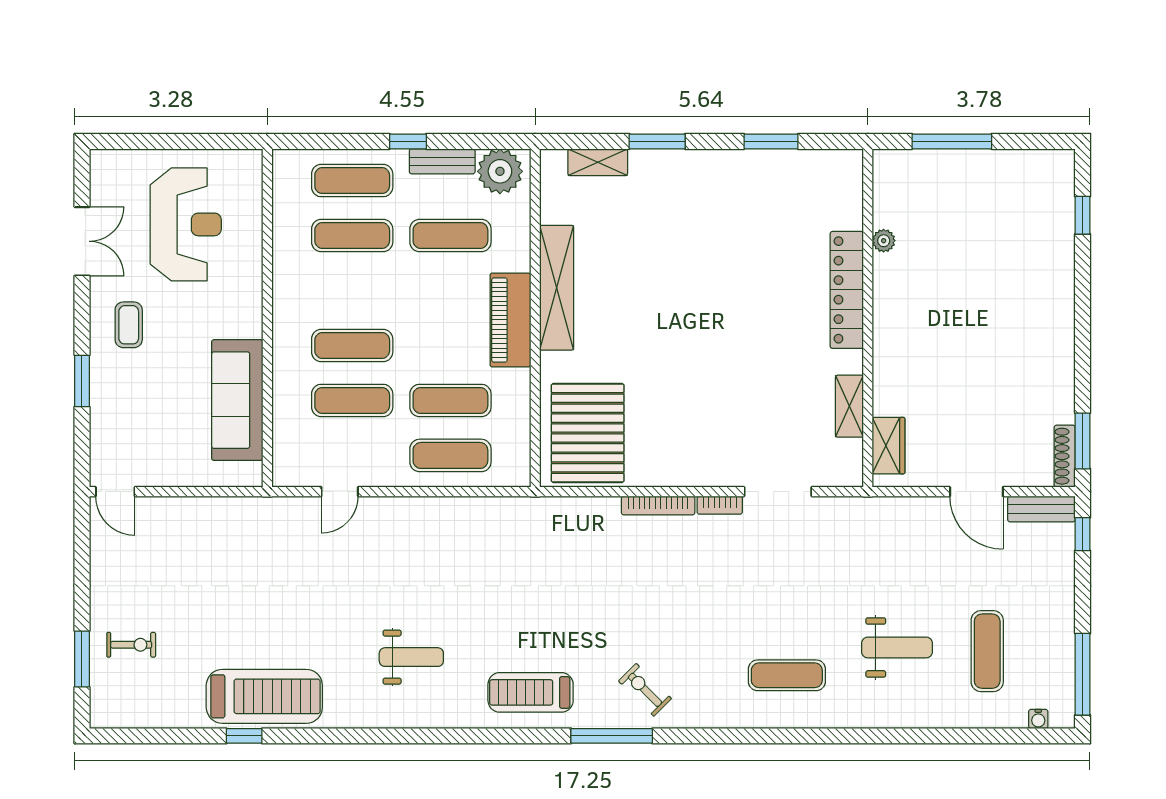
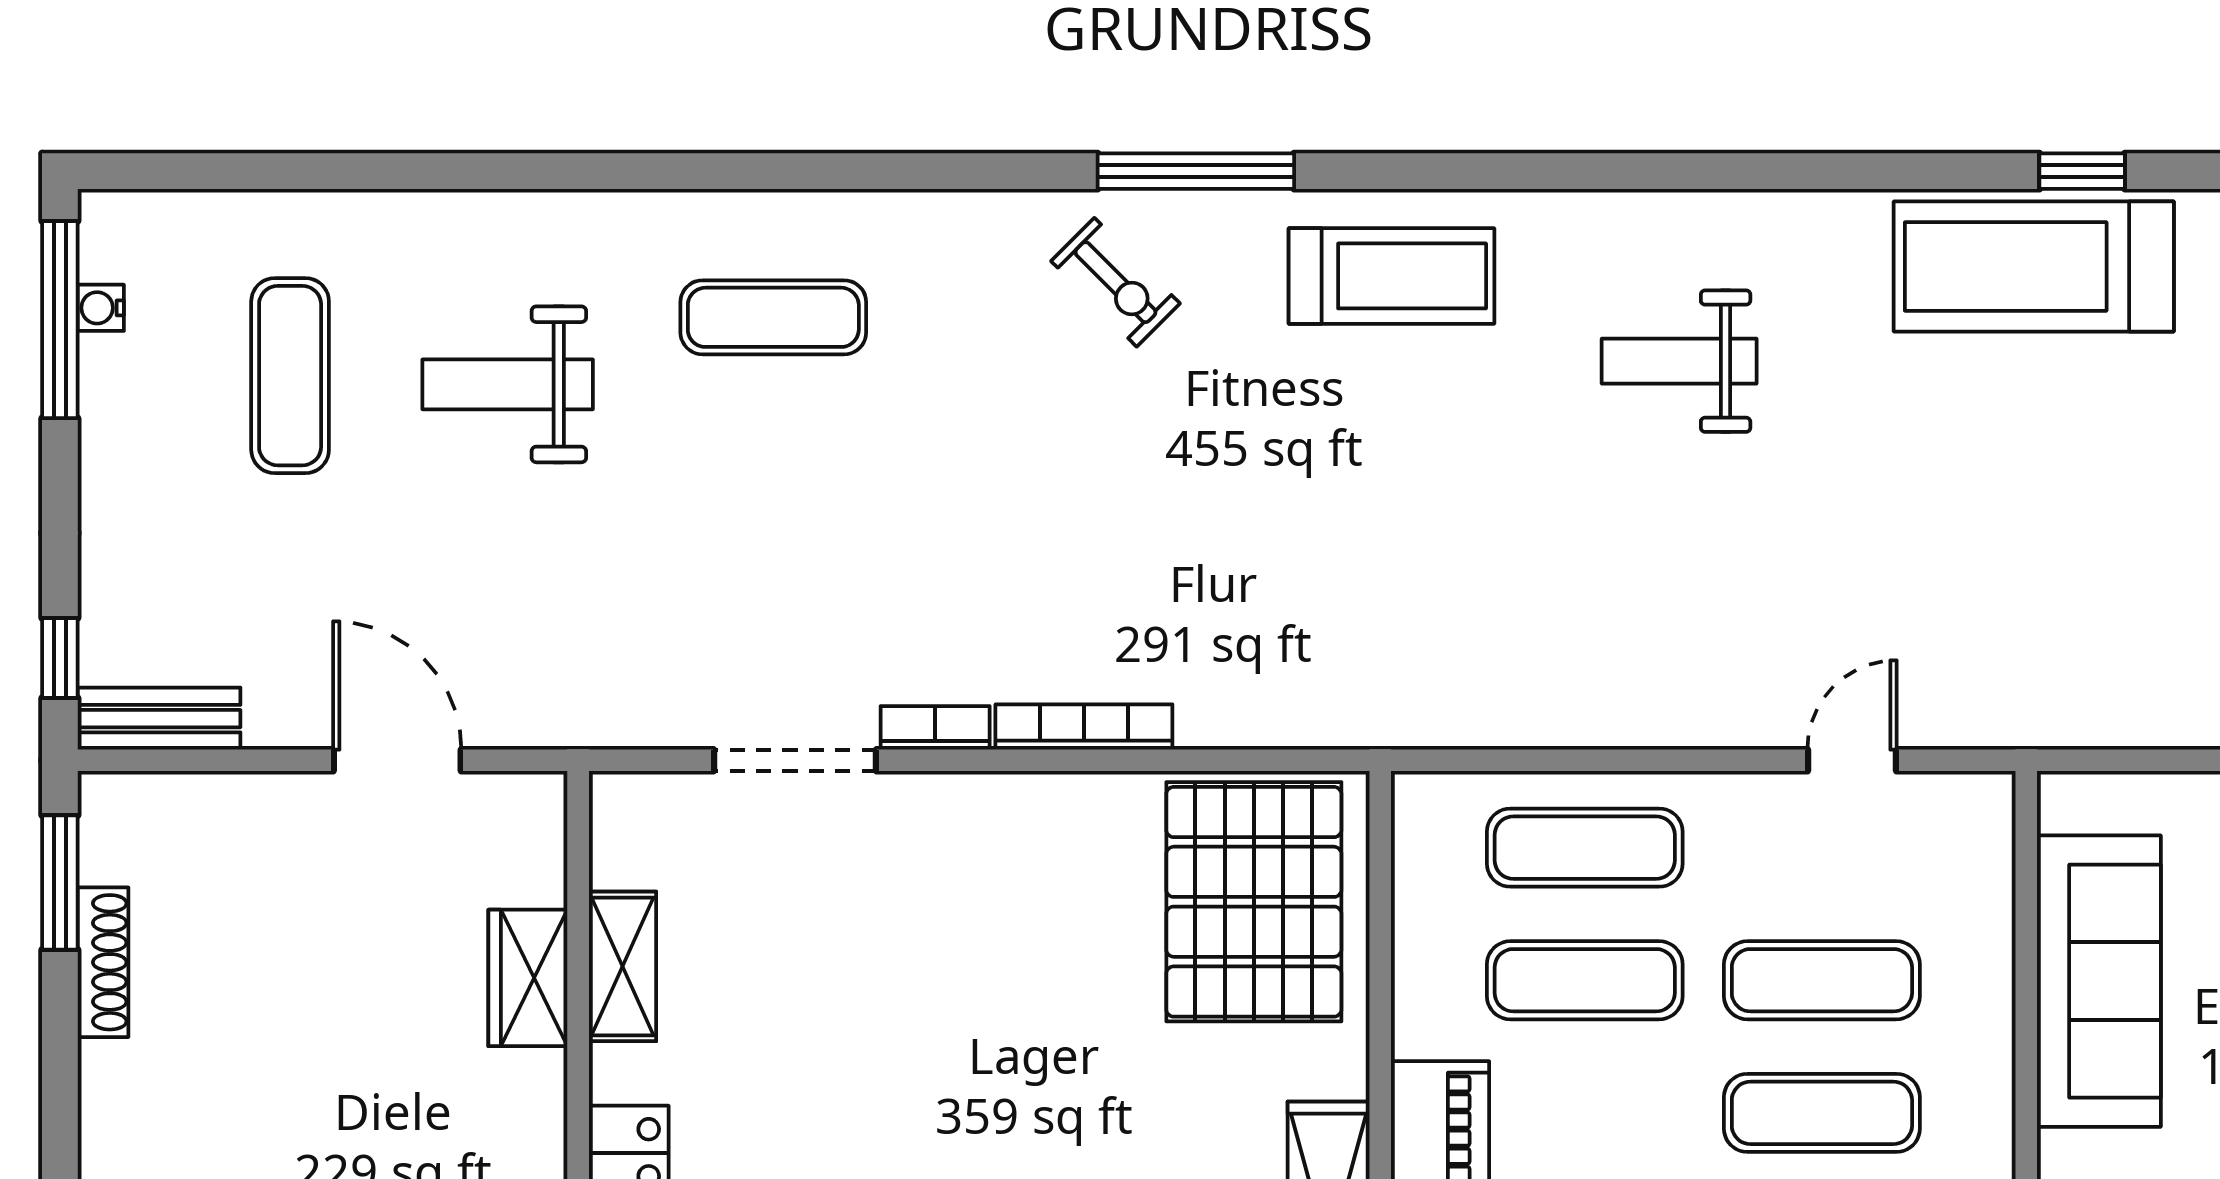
wardrobe: (889, 446) -> (528, 978), moved
shoe rack: (1065, 456) -> (103, 962), moved
door: (976, 492) -> (397, 760), moved
water cooler: (1038, 719) -> (101, 308), moved, turned -90

